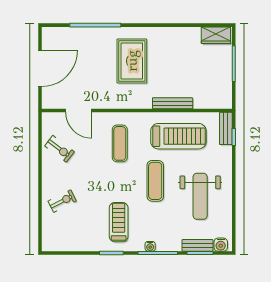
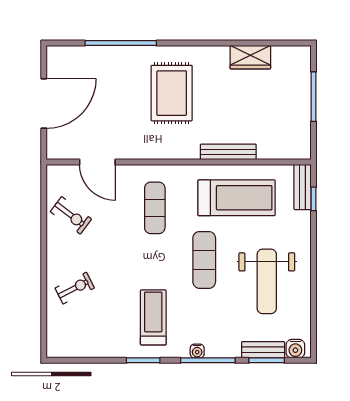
wardrobe: (216, 35) -> (250, 57), moved

